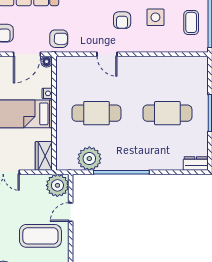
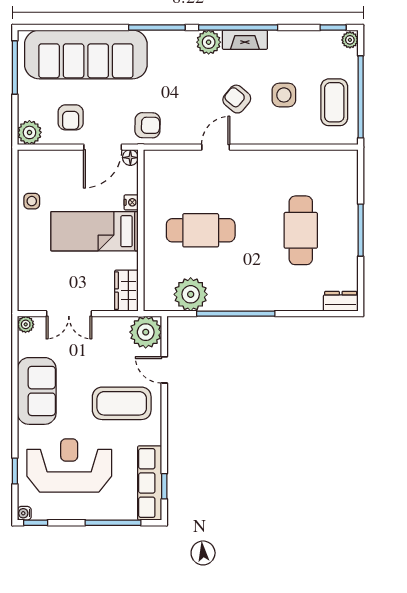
armchair: (122, 20) -> (237, 99), turned 130
coffee table: (191, 22) -> (334, 102), width x1.36, depth x1.30
door: (107, 54) -> (216, 147), swing flipped
cafe table: (167, 113) -> (301, 230), turned 90
door: (71, 212) -> (164, 370), hinge flipped

